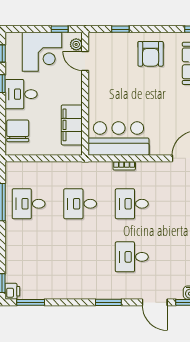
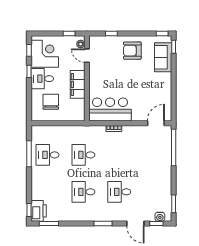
corner desk: (42, 52) -> (45, 54), moved, turned -90
armchair: (151, 54) -> (132, 51), turned 90
filing cabinet: (72, 125) -> (78, 84), moved
chair: (18, 131) -> (51, 102), moved
desk: (132, 204) -> (83, 192), moved
printer: (12, 291) -> (39, 211), width x1.87, depth x1.48

